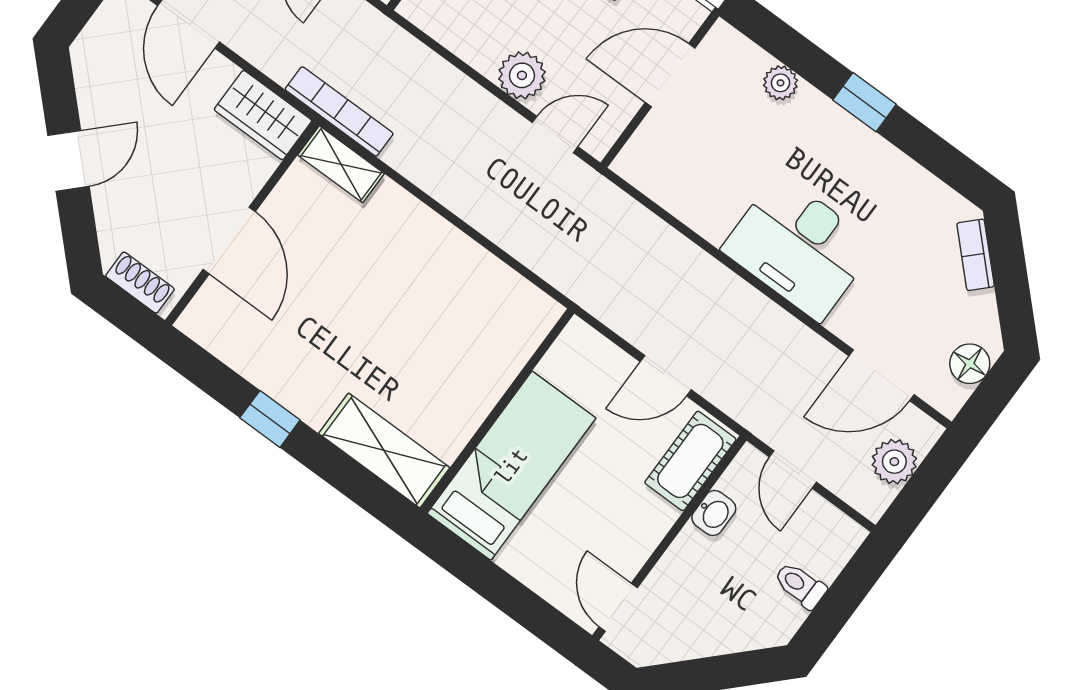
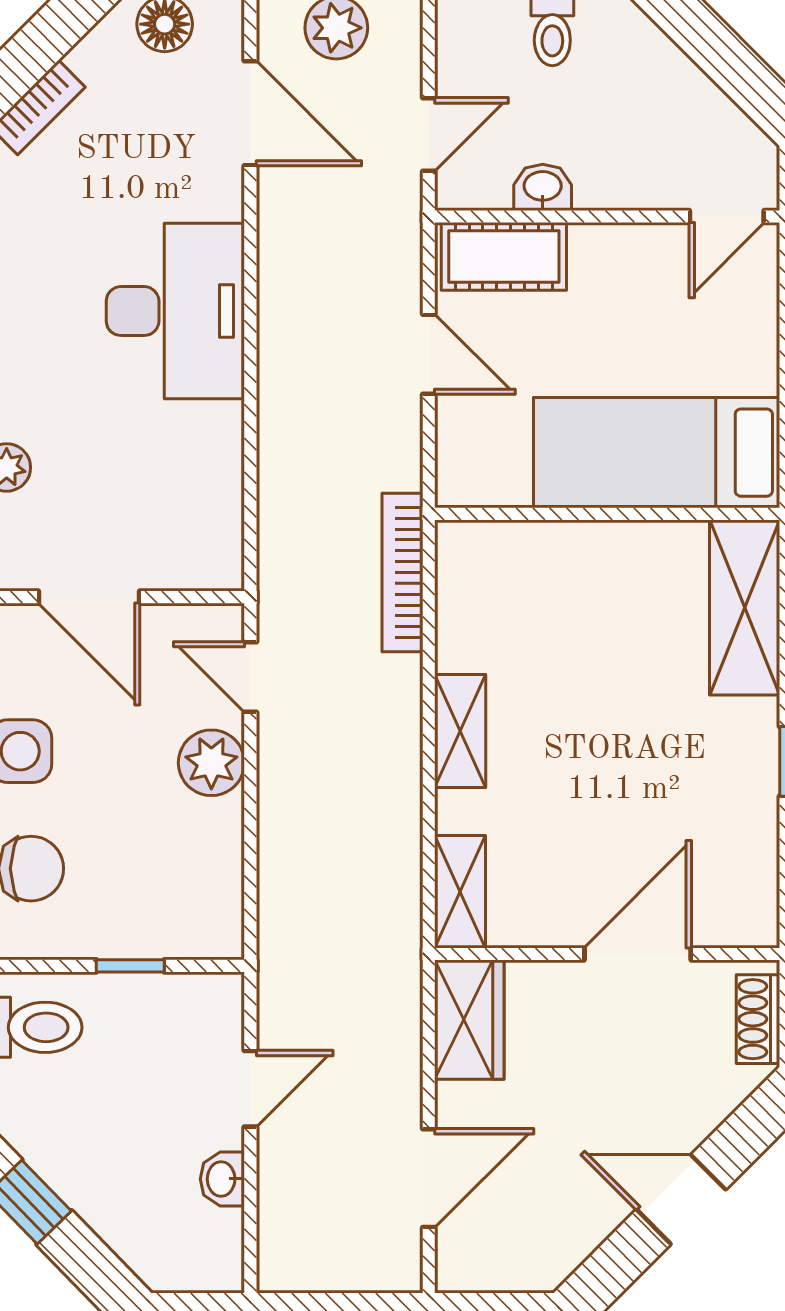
bookcase: (339, 111) -> (402, 573), moved
shelving: (434, 233) -> (460, 731), added

